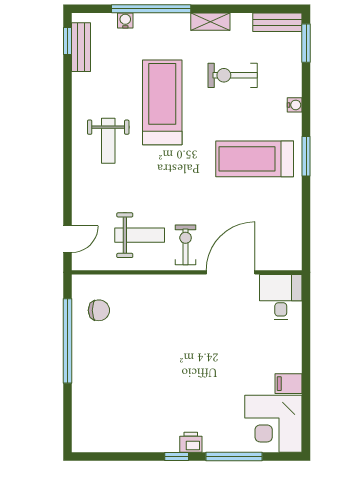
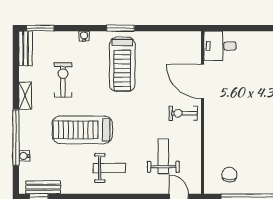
exercise bike: (233, 75) -> (63, 80), turned 180
weight bench: (140, 235) -> (163, 156), moved

